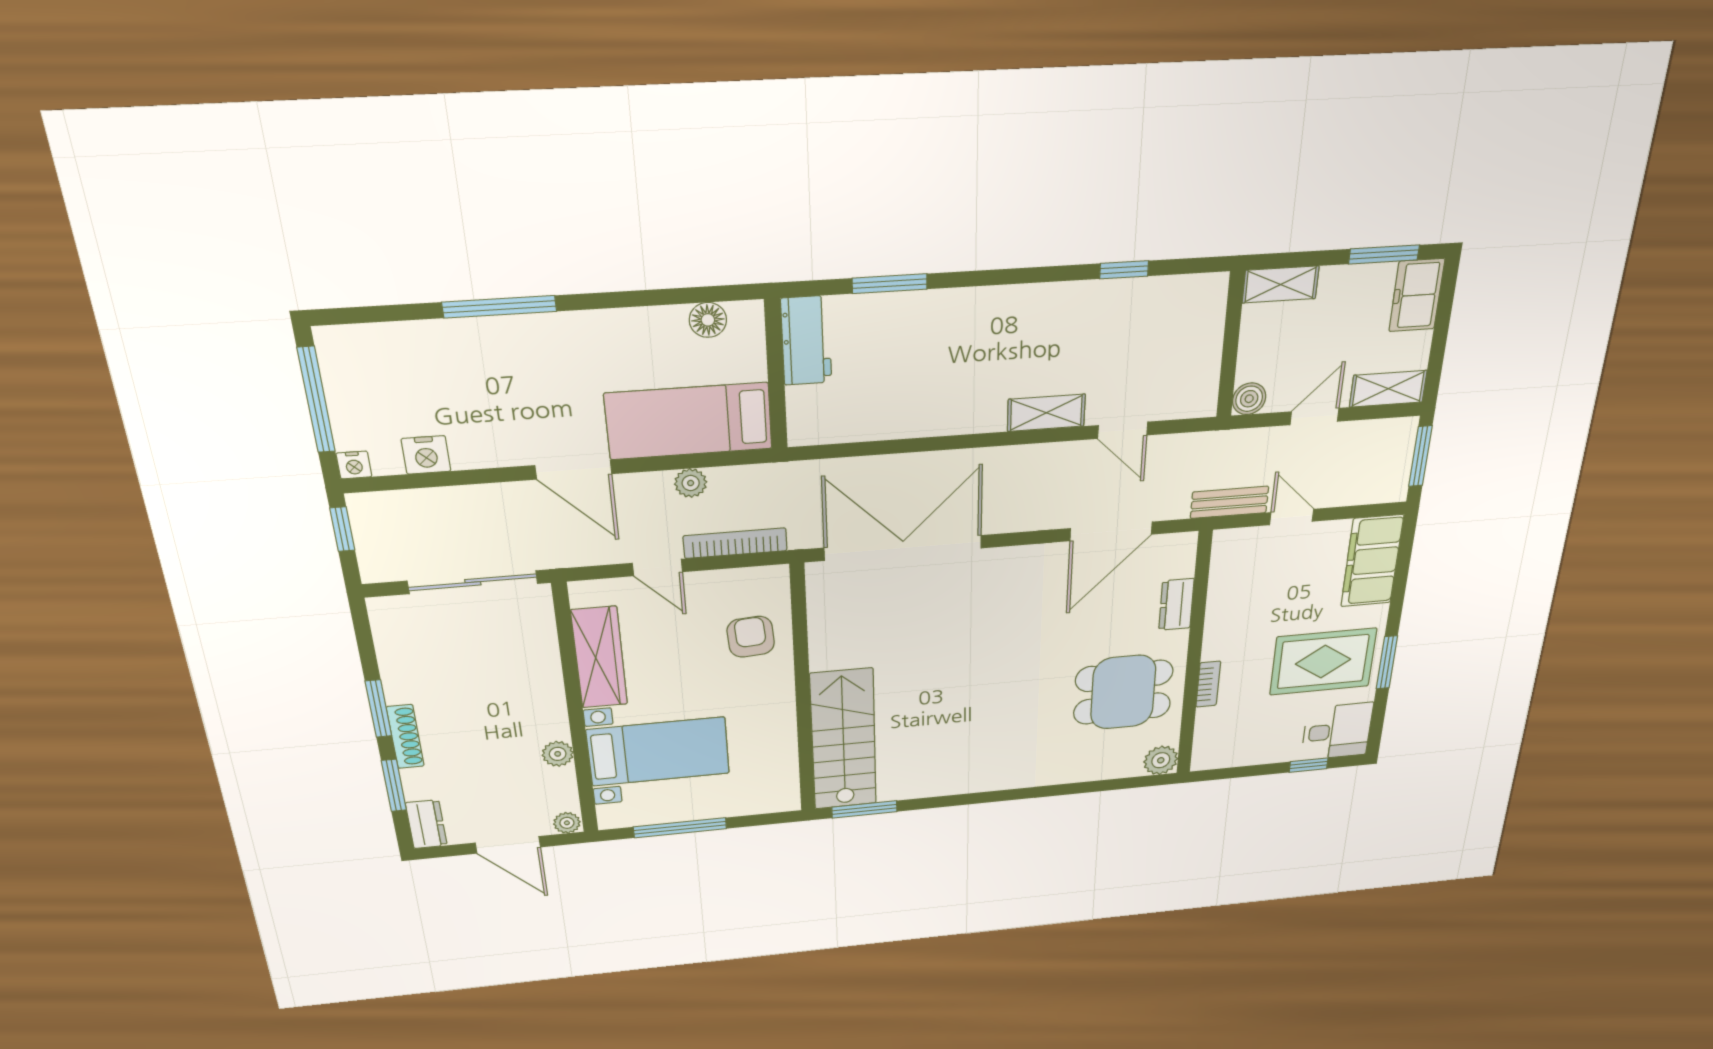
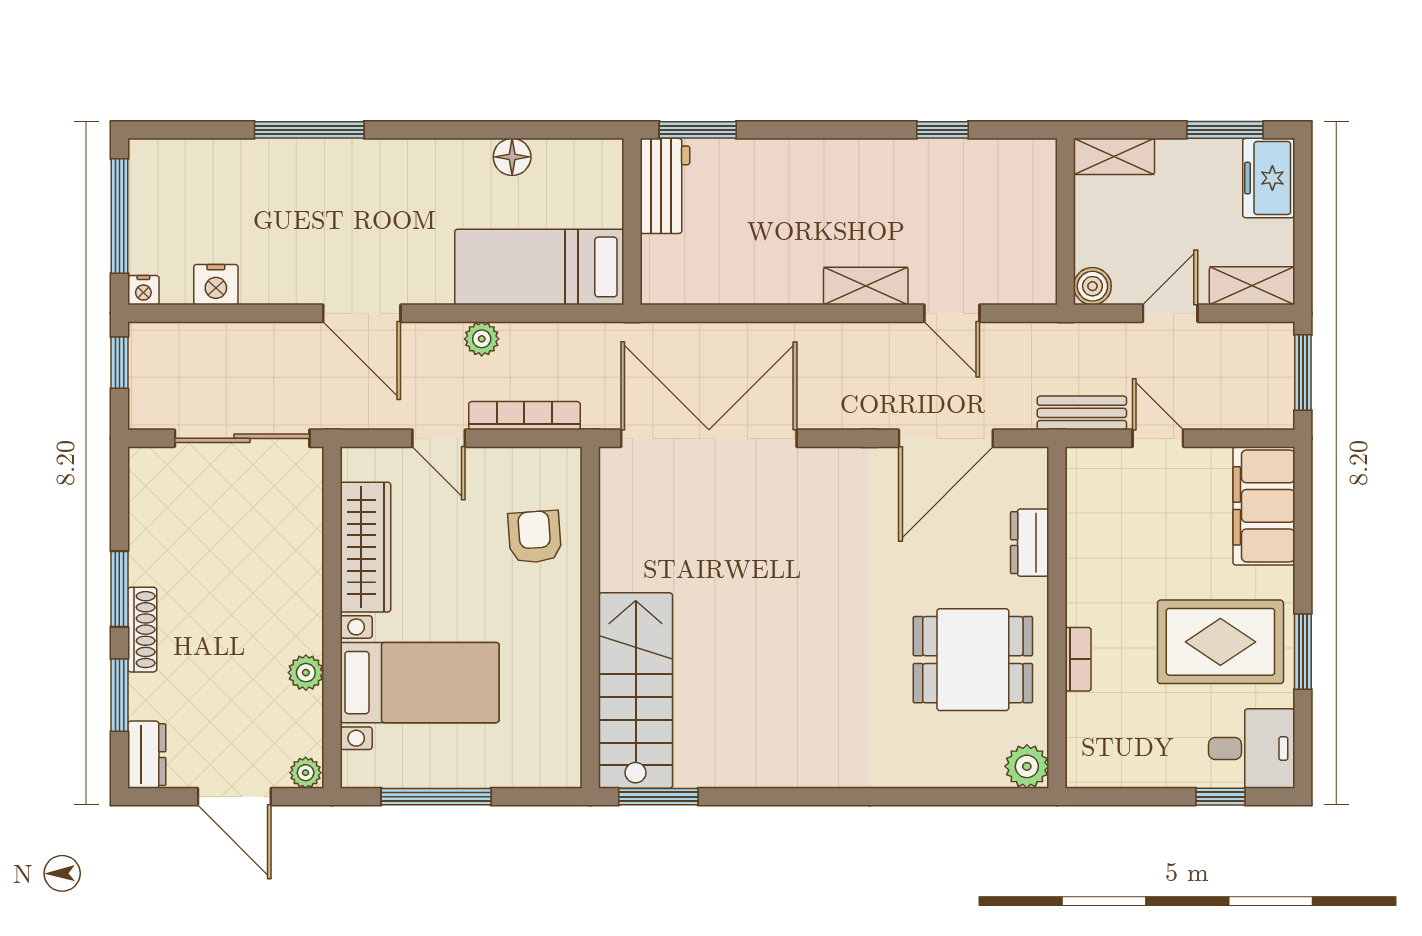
workbench: (806, 341) -> (665, 186), moved
wall: (776, 375) -> (632, 222), moved
bed: (689, 421) -> (539, 267), moved

